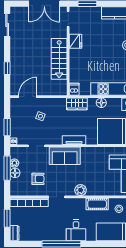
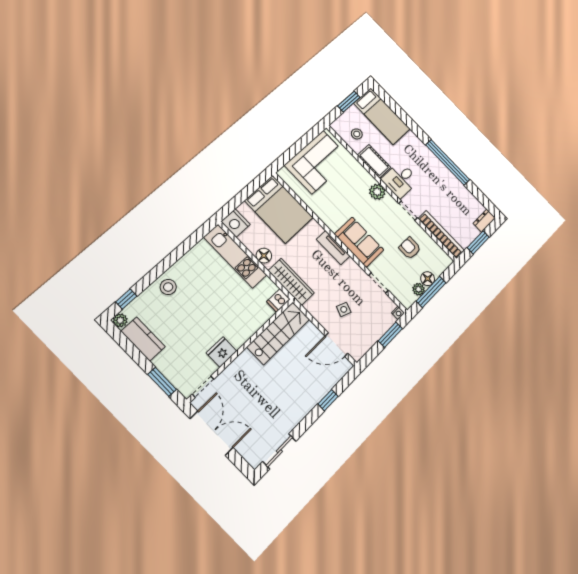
stairs: (59, 59) -> (278, 333), moved
wardrobe: (77, 104) -> (291, 282), width x1.50
desk: (76, 230) -> (400, 180), moved, turned 180

